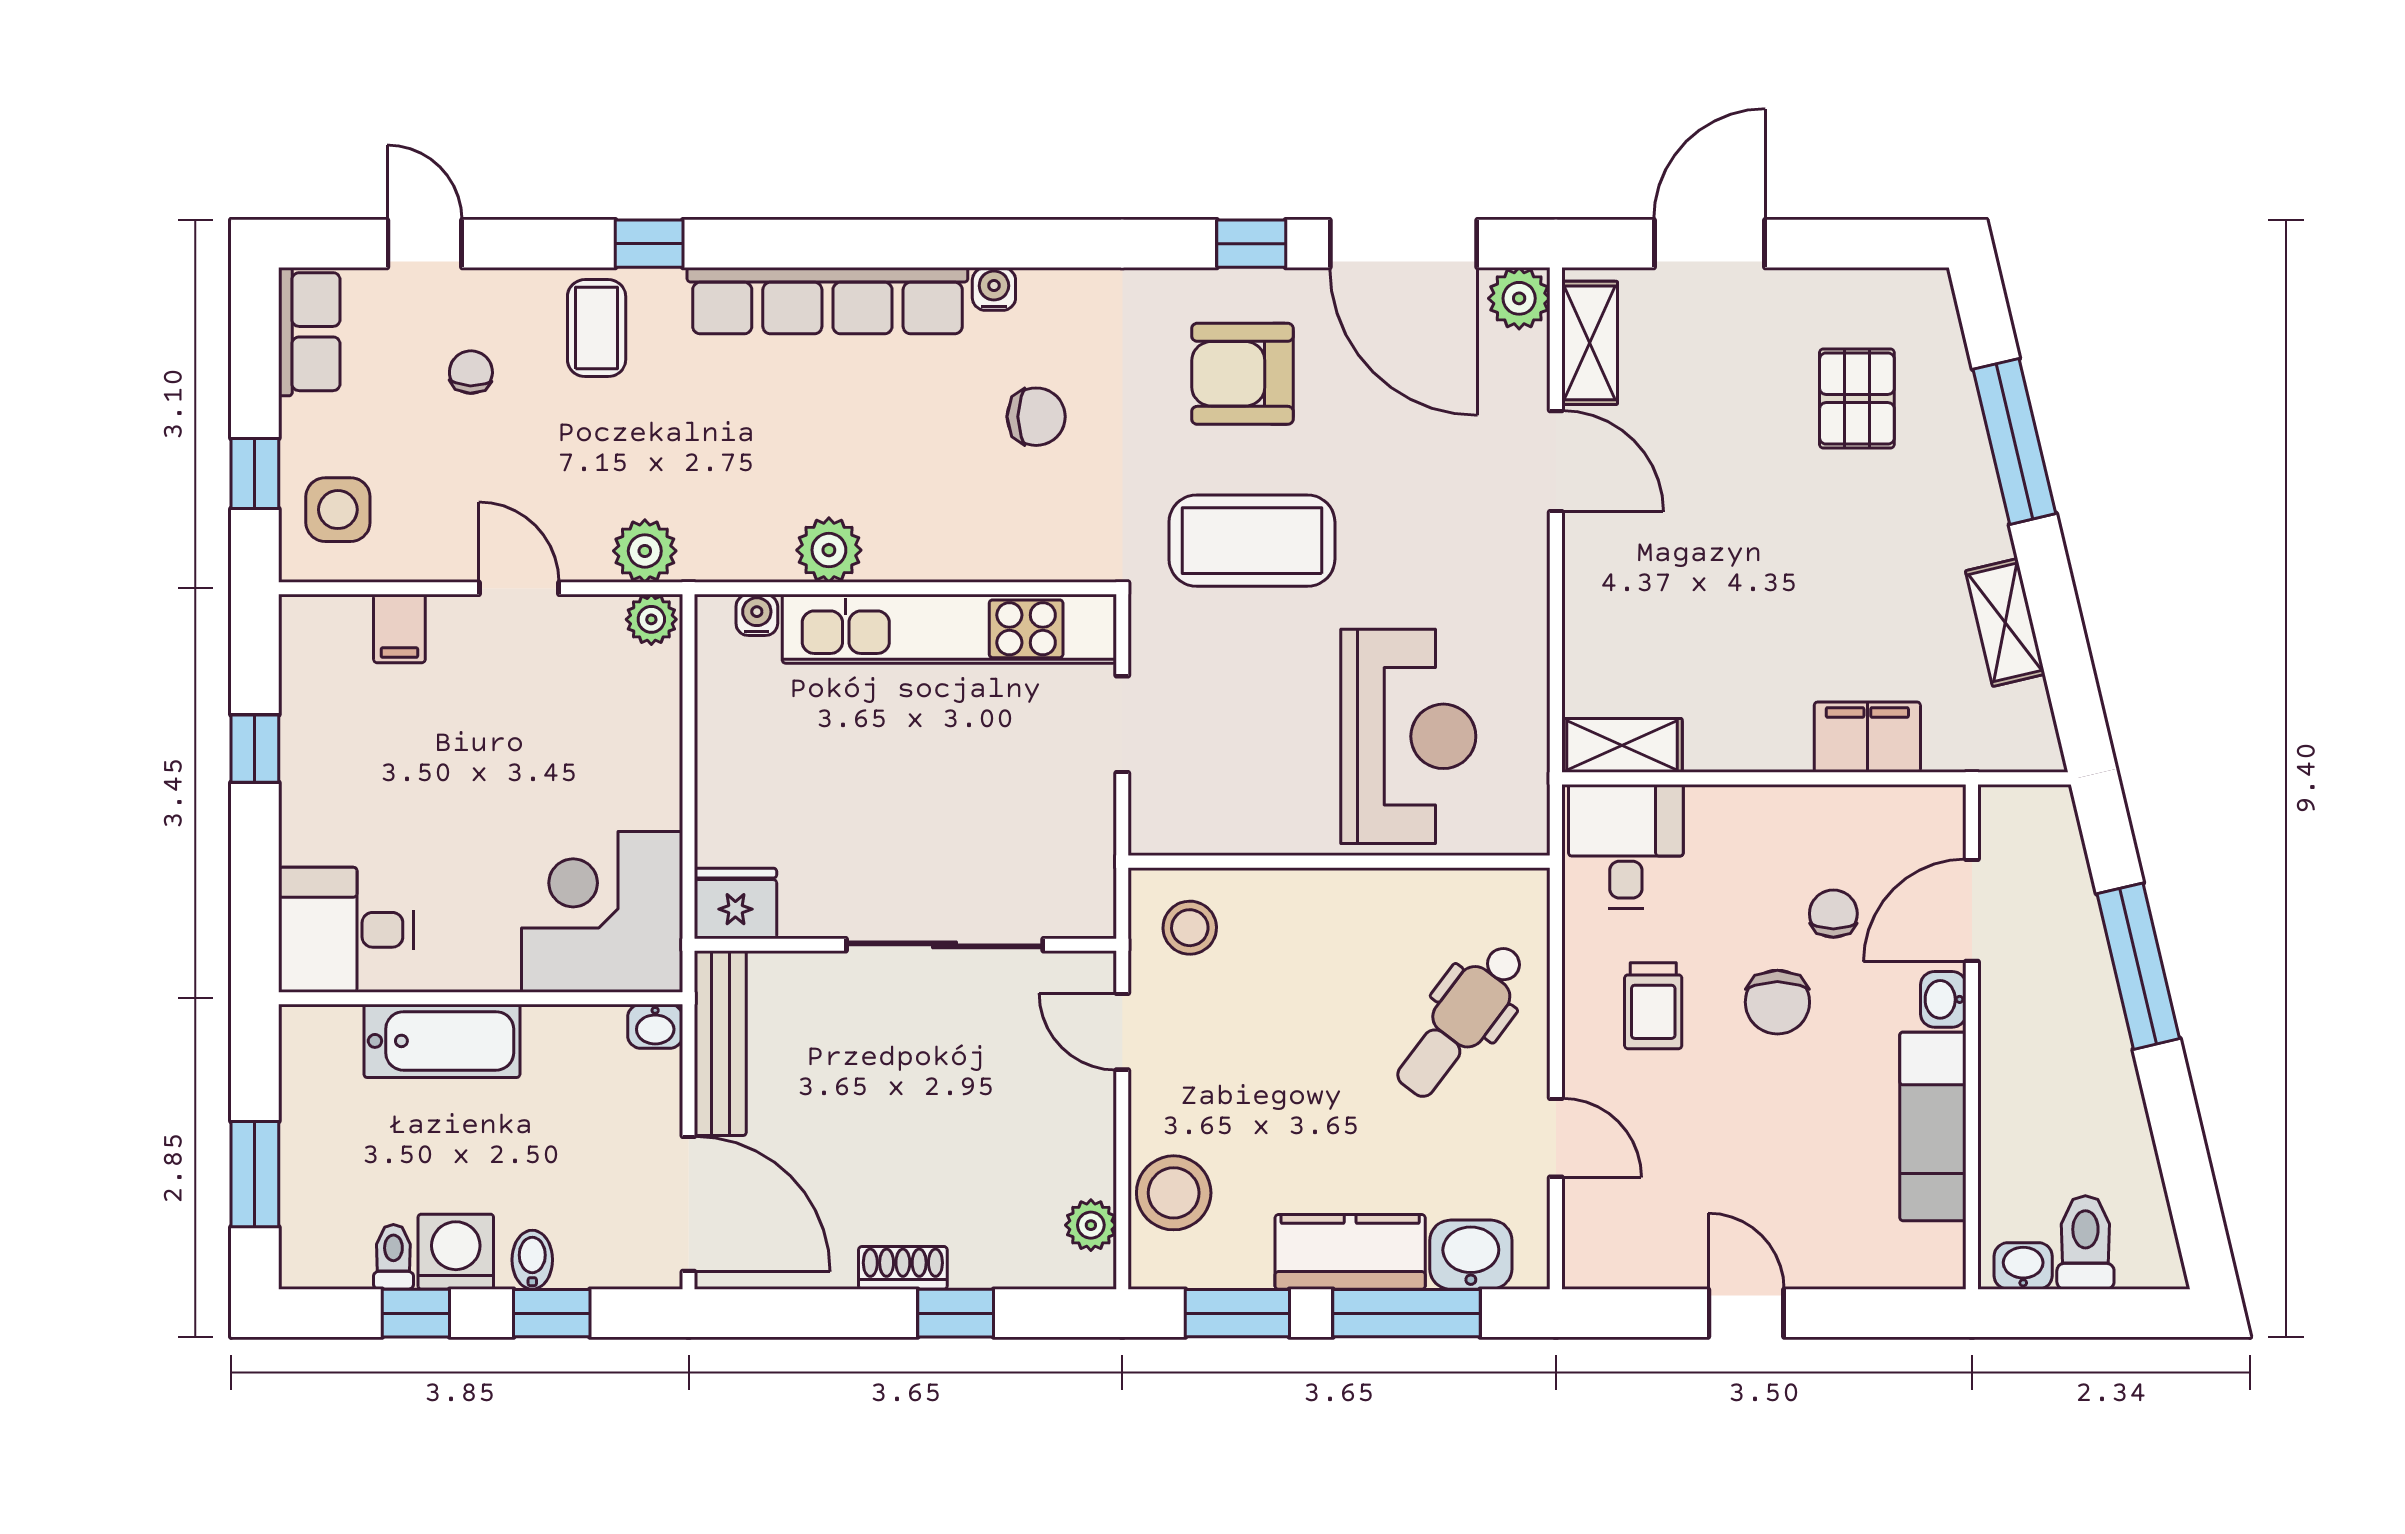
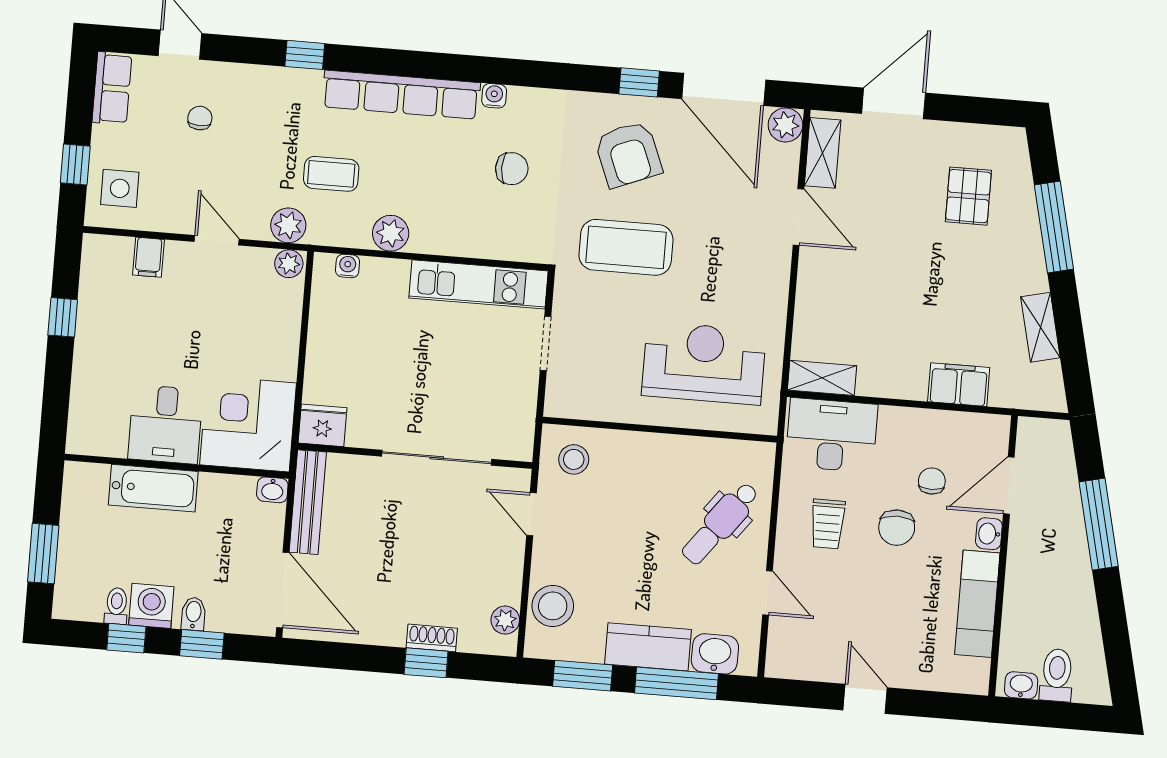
coffee table: (597, 328) -> (331, 174), moved, turned 90
armchair: (1242, 374) -> (628, 154), turned -112
kitchen unit: (949, 629) -> (479, 284), width x0.73
reception desk: (1408, 736) -> (704, 363), turned -90
desk: (1626, 846) -> (832, 435), width x1.37
desk: (346, 930) -> (165, 424), moved, turned -90
shoe rack: (903, 1268) -> (432, 638), moved

